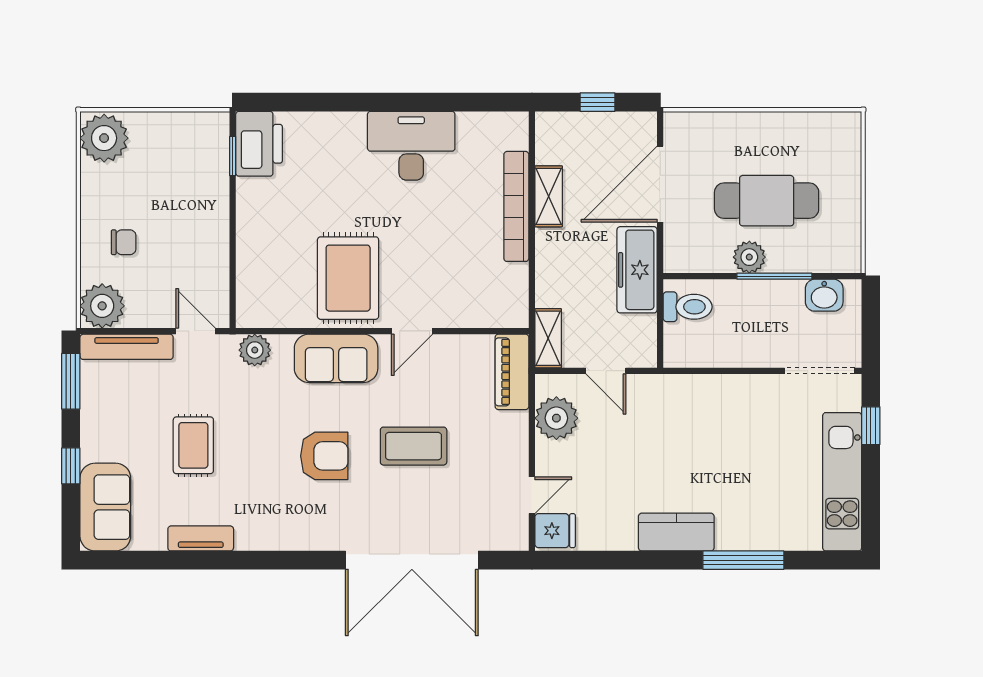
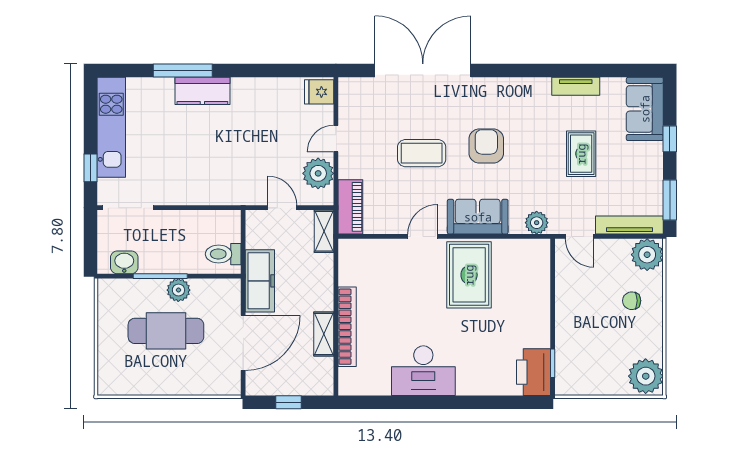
armchair: (324, 456) -> (486, 146), turned 90
door: (532, 495) -> (336, 139), moved
kitchen counter: (676, 532) -> (202, 91), moved

